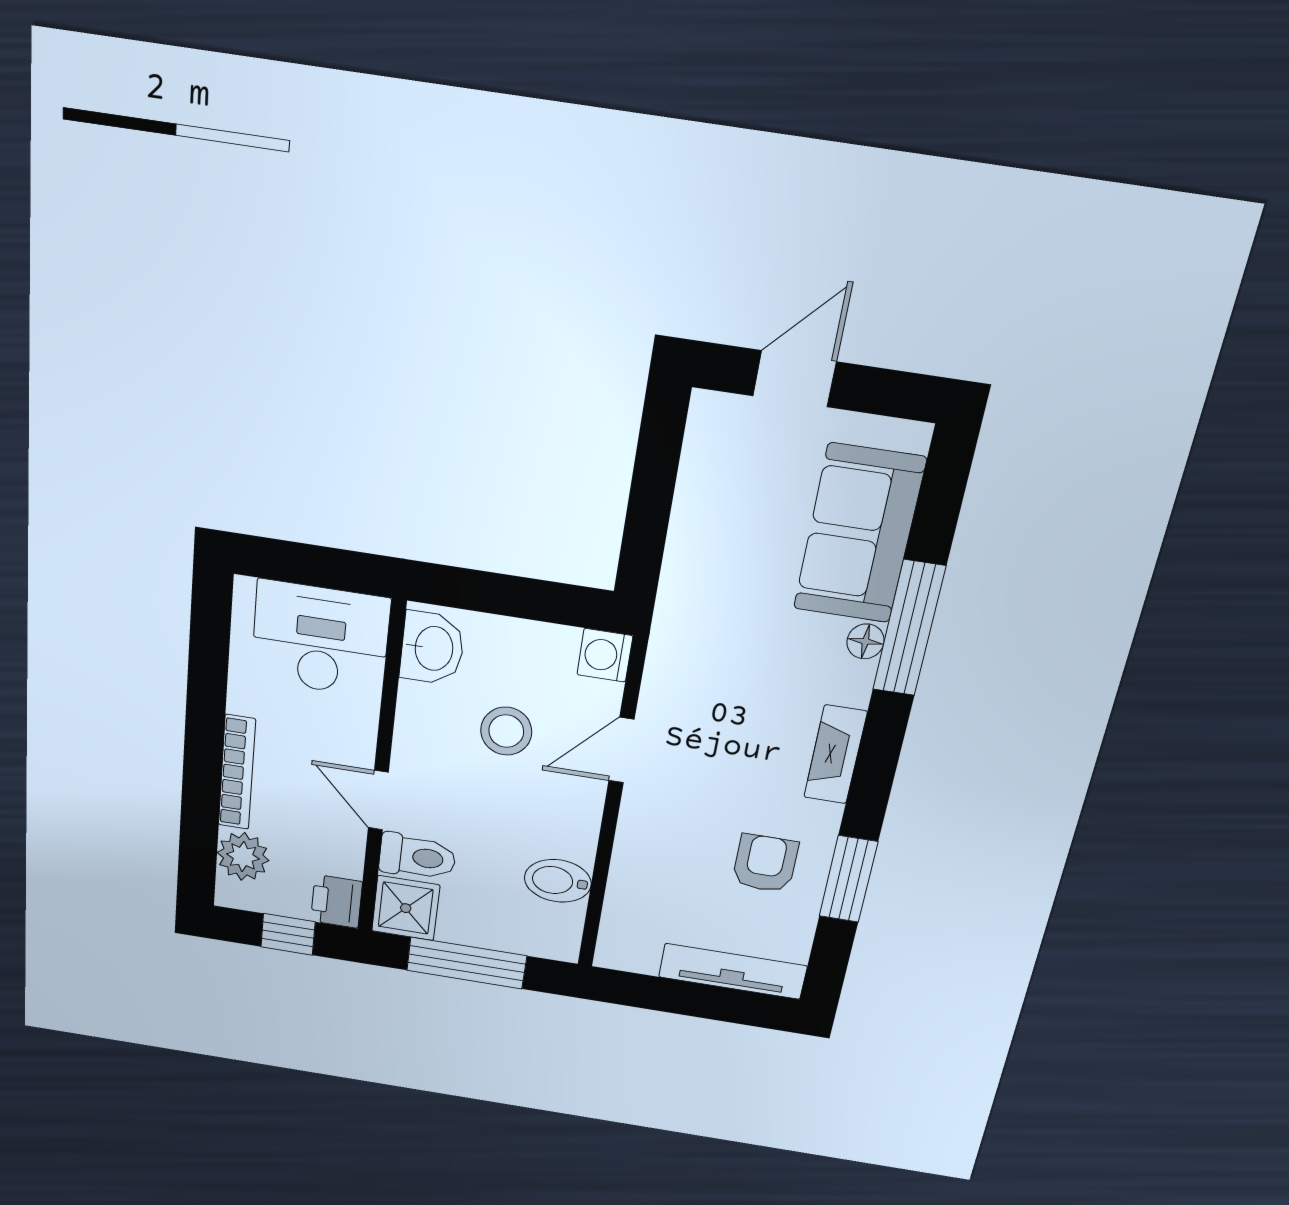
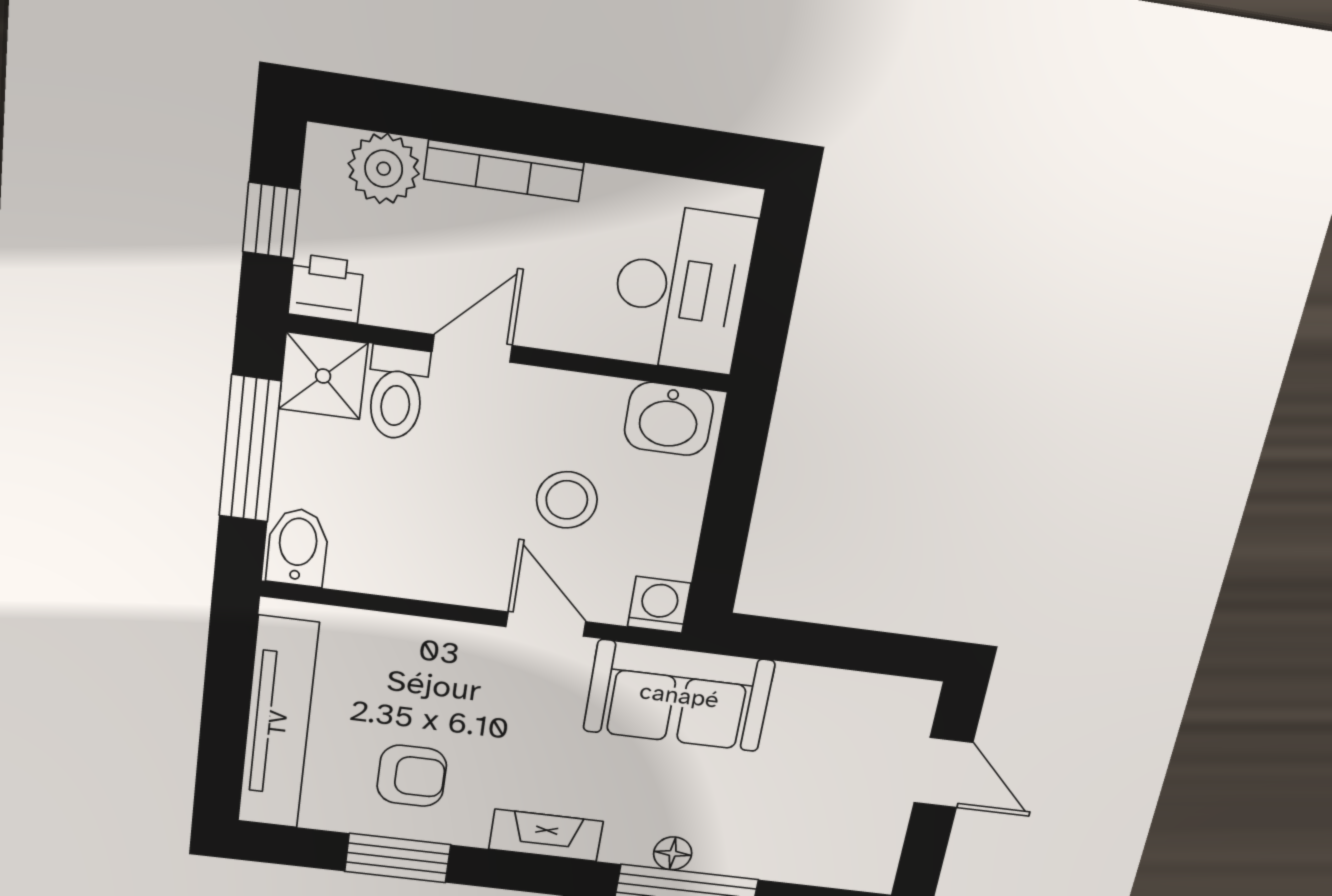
sofa: (859, 534) -> (679, 696), moved, turned 180
bidet: (558, 881) -> (298, 547), moved
tv unit: (733, 971) -> (278, 723), width x1.36, depth x1.29

